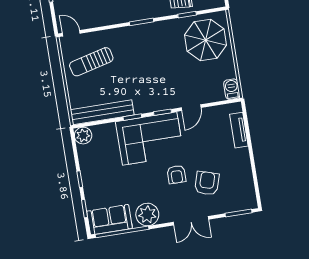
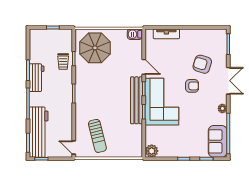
door: (71, 33) -> (74, 147), hinge flipped
bench: (102, 112) -> (137, 100), moved
plant: (147, 214) -> (222, 108), width x0.53, depth x0.53

